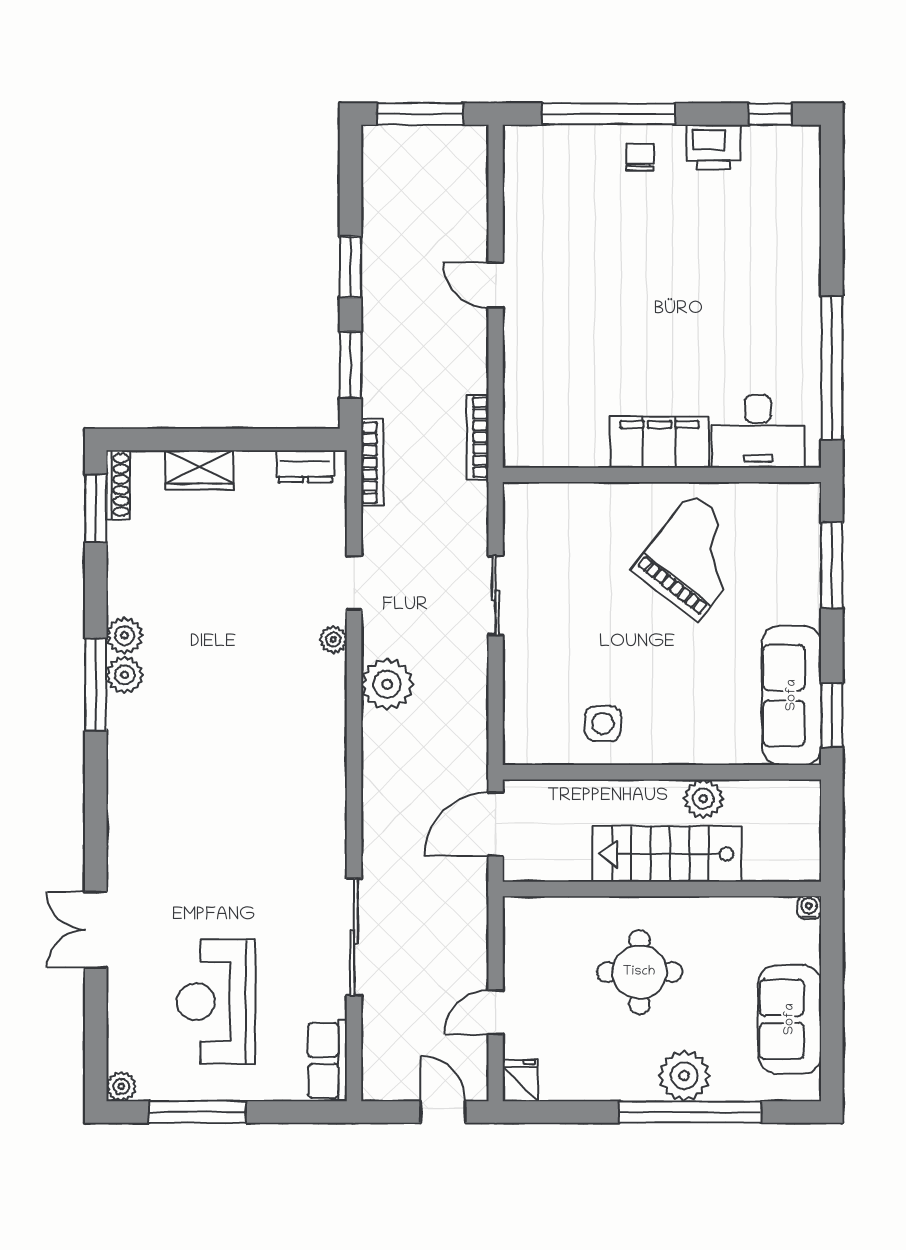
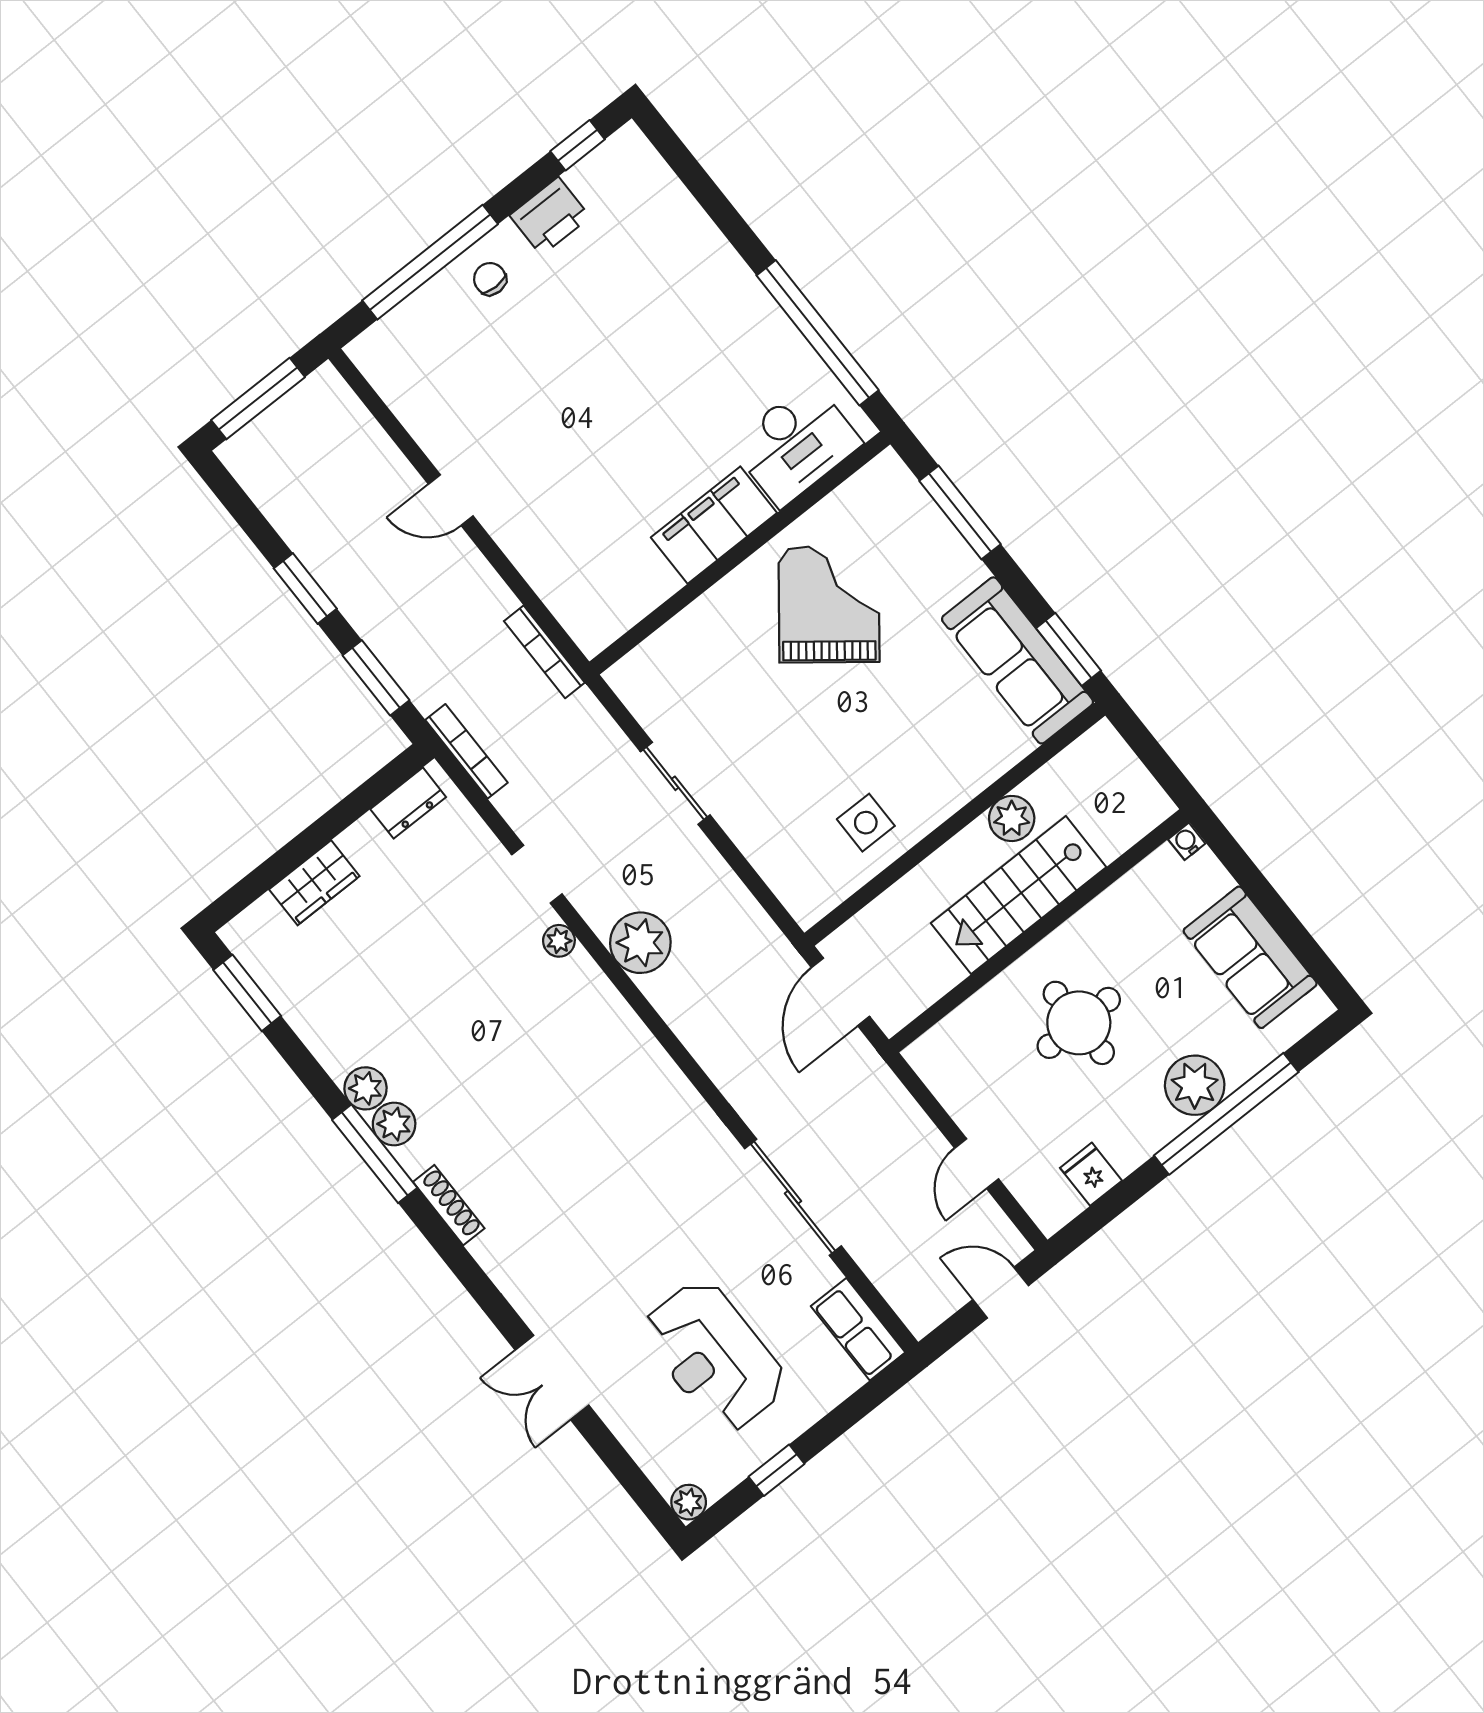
shoe rack: (118, 485) -> (449, 1205), moved
fridge: (520, 1080) -> (1091, 1174), moved
window: (197, 1112) -> (777, 1470), width x0.46

